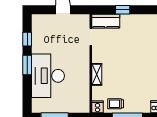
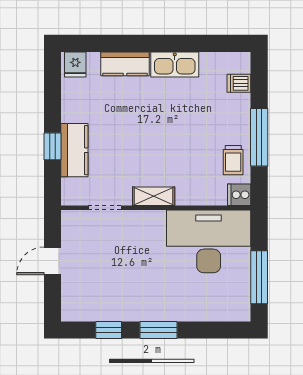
kitchen counter: (106, 21) -> (74, 150), moved
shelving: (97, 74) -> (154, 196), moved
desk: (48, 76) -> (209, 241), moved, turned 180

